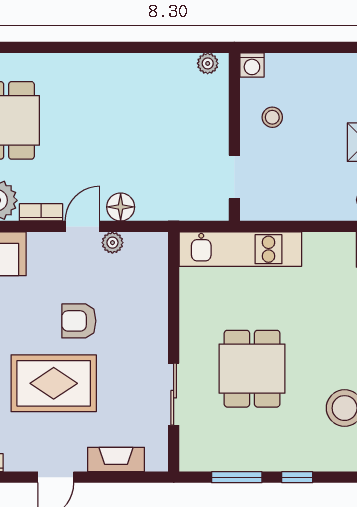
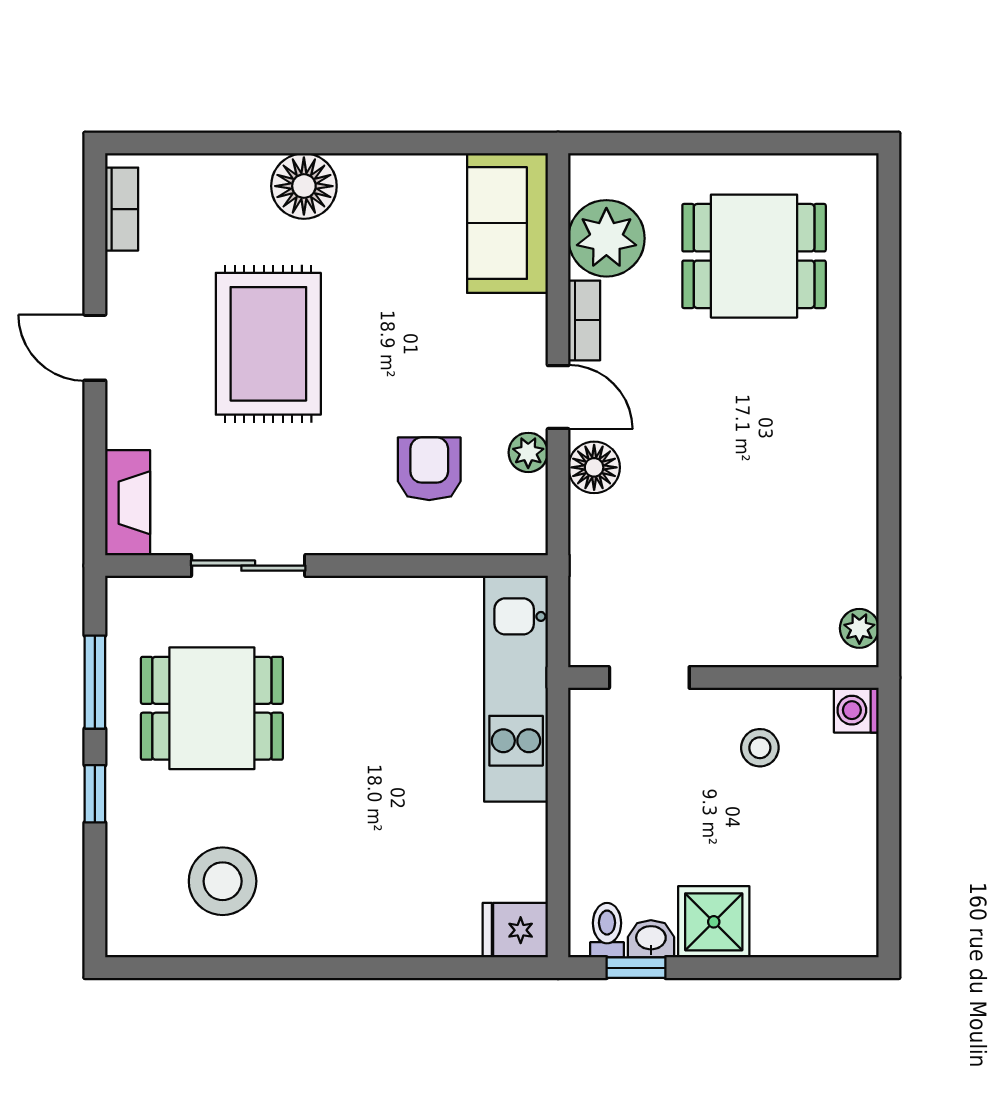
armchair: (79, 321) -> (429, 469), moved
dining table: (252, 369) -> (212, 708), moved
fireplace: (116, 459) -> (128, 503), moved

